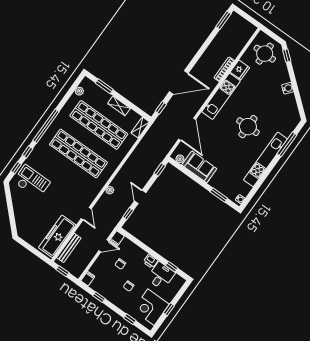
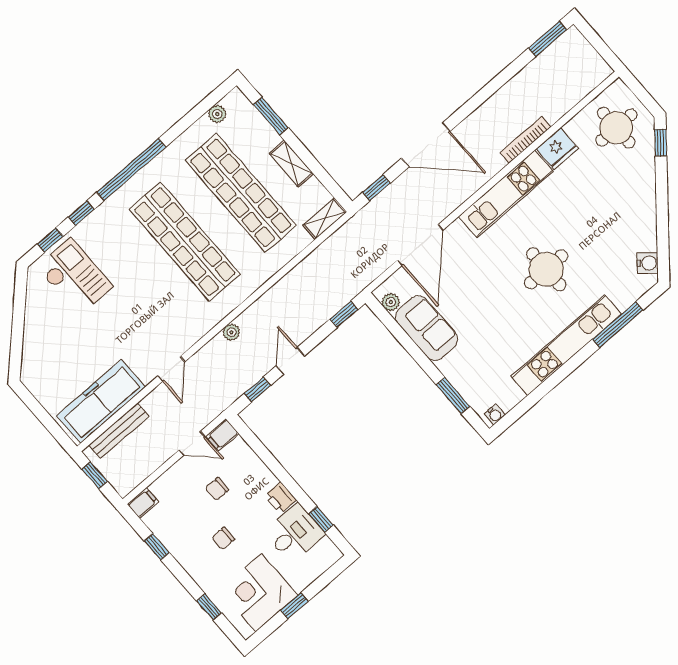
water cooler: (288, 88) -> (648, 263), moved

